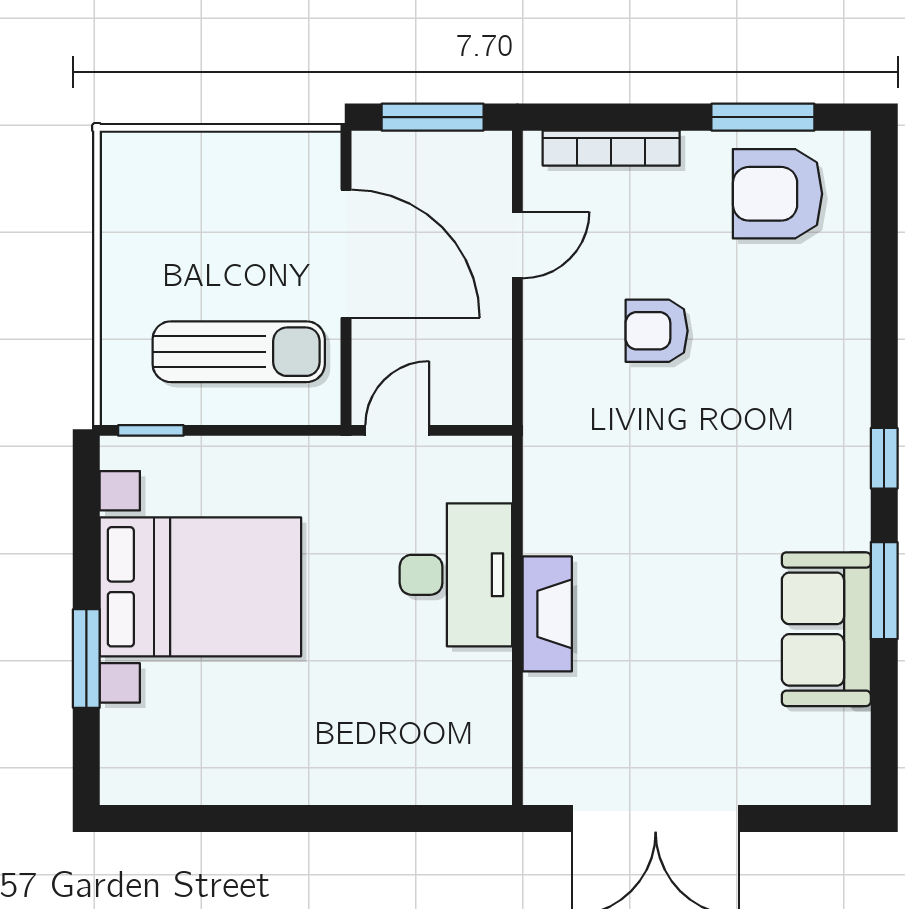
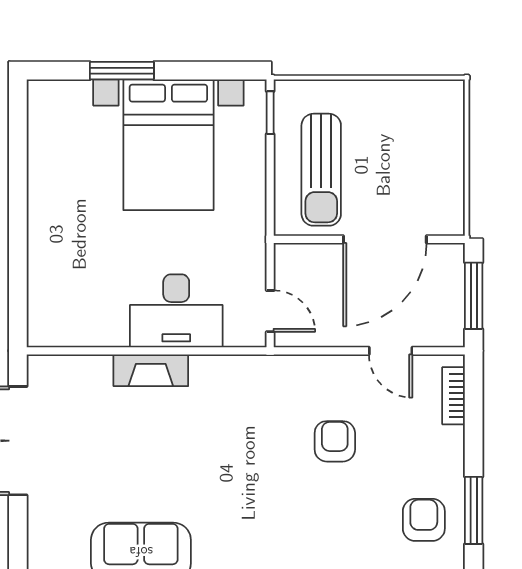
bookcase: (611, 148) -> (454, 396), width x0.64
armchair: (778, 194) -> (424, 520), width x0.72, depth x0.72
door: (397, 430) -> (270, 311), moved

